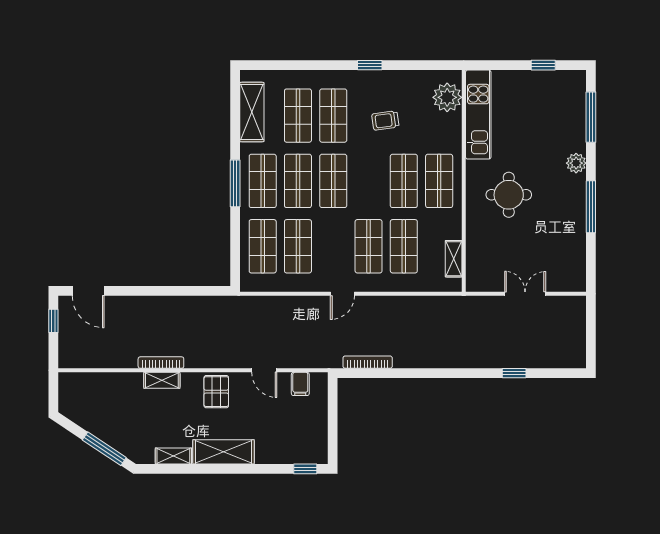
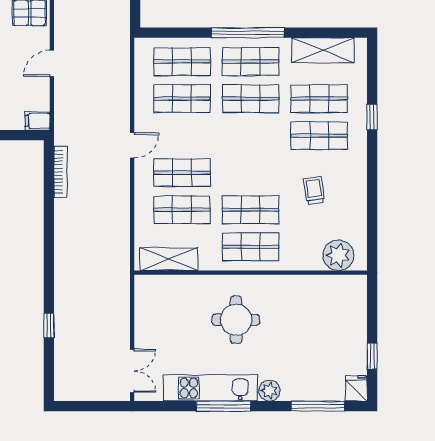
window: (370, 65) -> (372, 117), moved
fridge: (574, 80) -> (356, 388), added
kitchen unit: (478, 115) -> (210, 388), moved, turned 180
shop shelf: (333, 181) -> (251, 136), removed
window: (235, 183) -> (248, 33), width x1.46
shelving: (454, 259) -> (169, 259), width x1.50, depth x1.33
door: (342, 294) -> (132, 145), swing flipped
double door: (525, 294) -> (132, 371), moved
filing cabinet: (300, 384) -> (38, 121), moved

